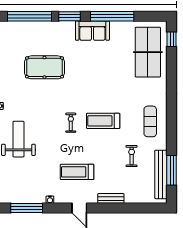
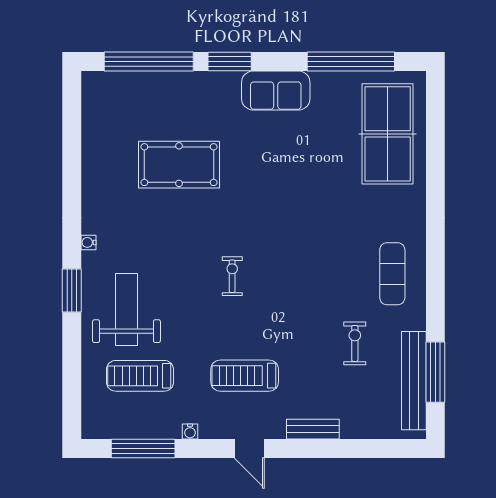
window: (112, 16) -> (351, 61), moved
window: (172, 39) -> (435, 108), removed
treadmill: (103, 121) -> (140, 376), moved

